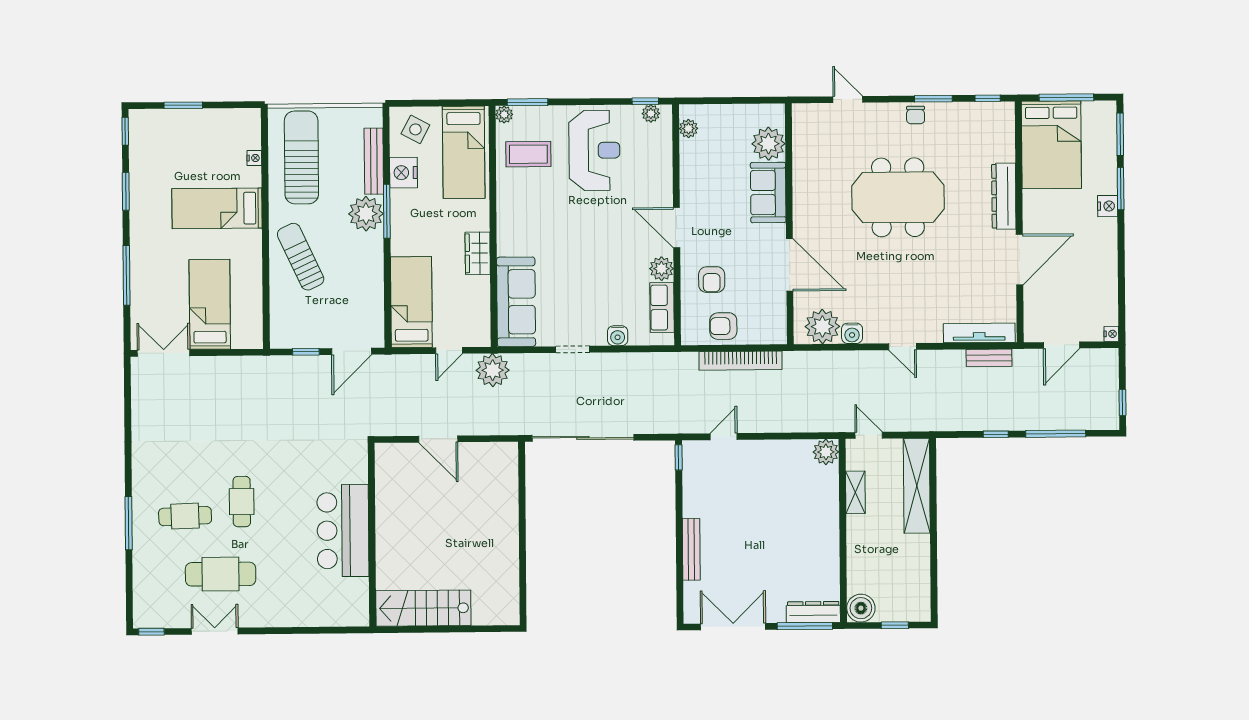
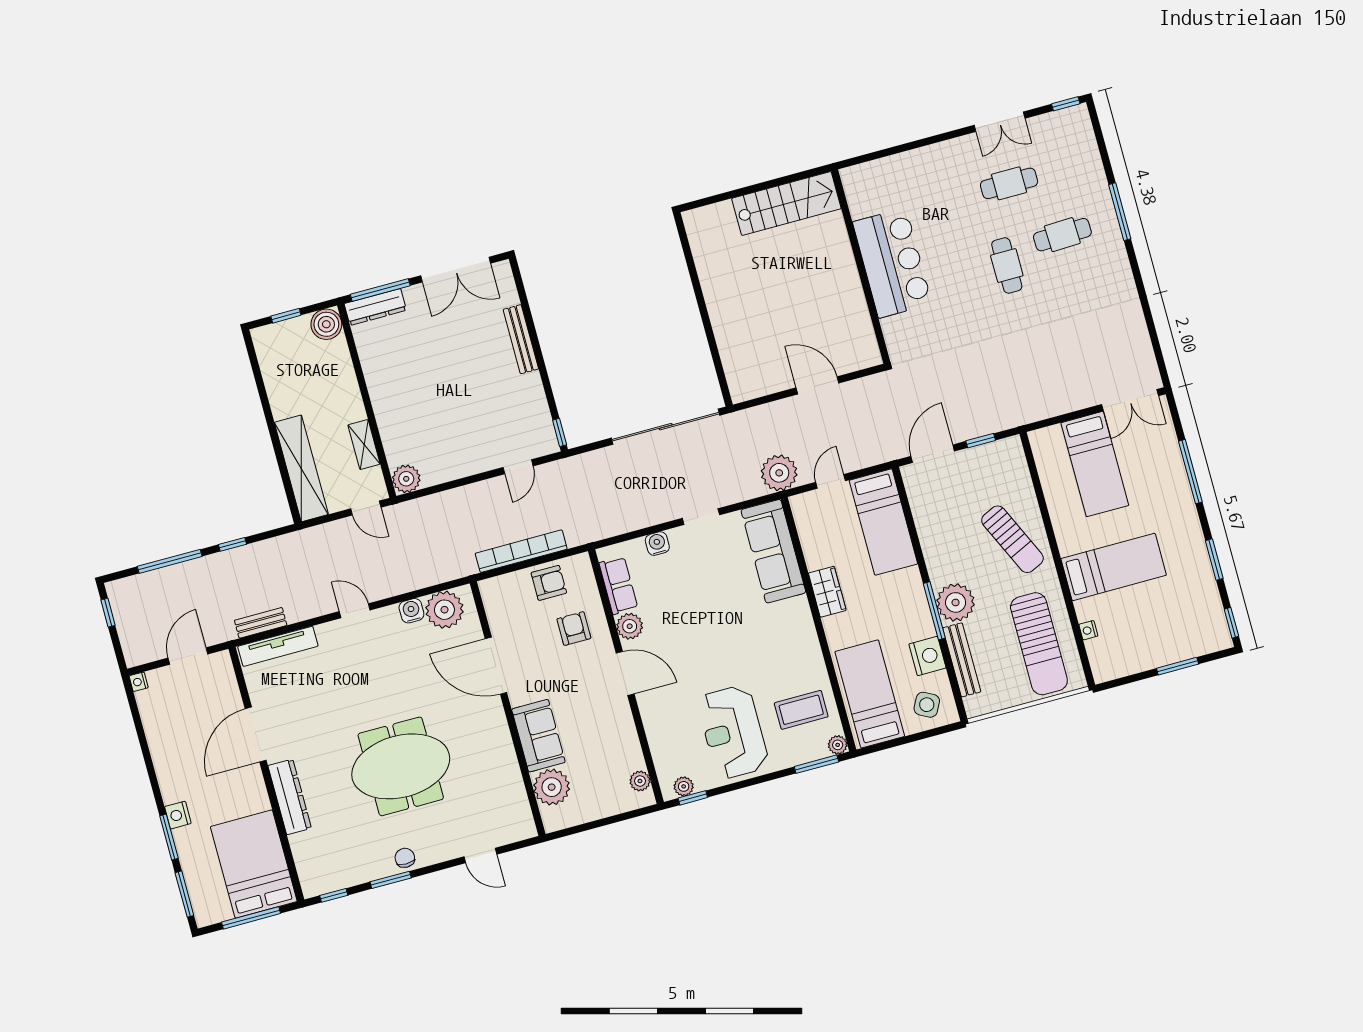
cafe table: (221, 574) -> (1009, 183), width x0.73, depth x0.74

